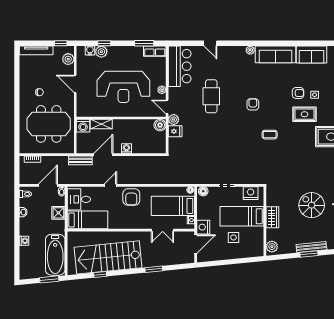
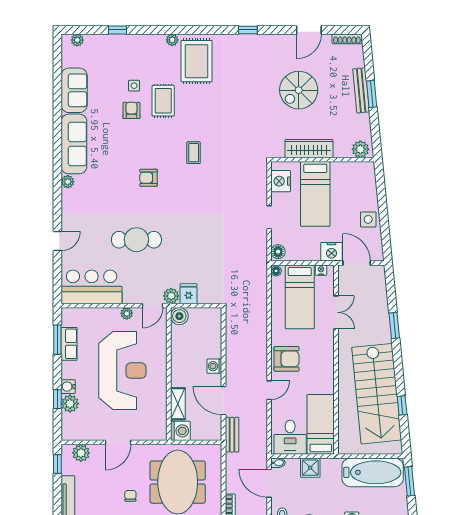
water cooler: (90, 50) -> (68, 387), moved
row of seats: (155, 51) -> (69, 344), moved
door: (110, 185) -> (269, 390), swing flipped
wardrobe: (272, 217) -> (309, 149), width x1.50
side table: (233, 237) -> (368, 219), moved

